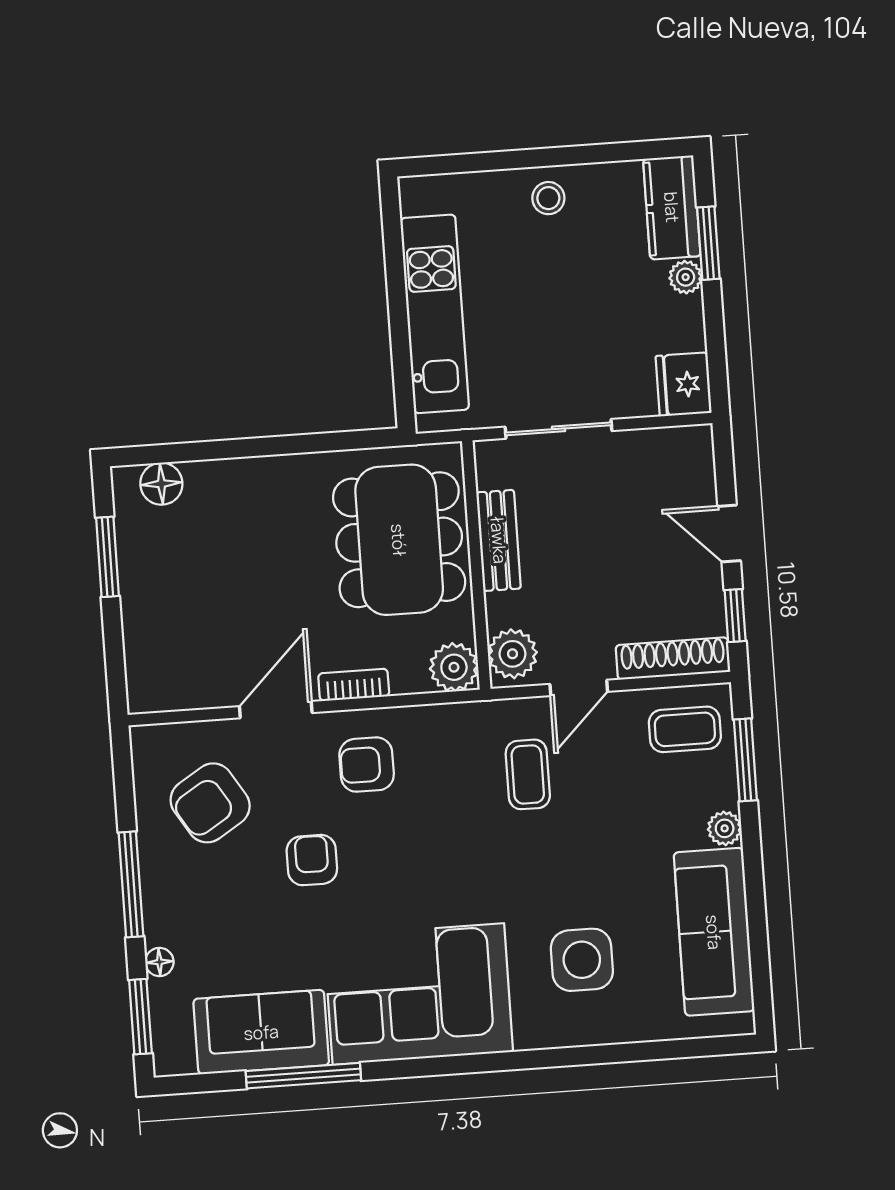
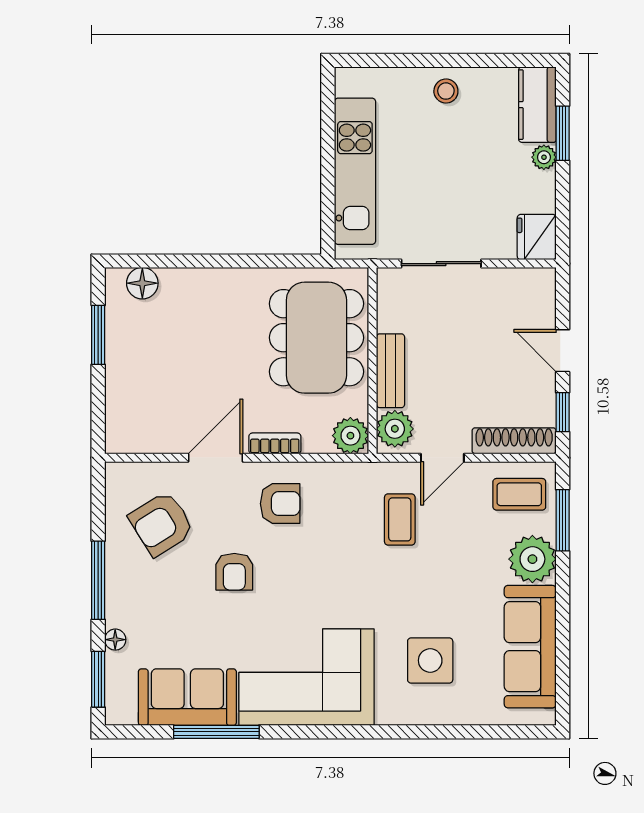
bench: (499, 540) -> (391, 371), moved
armchair: (367, 765) -> (280, 504), turned 180
plant: (725, 828) -> (532, 559), width x1.88, depth x1.88
armchair: (312, 860) -> (234, 572), turned 180

